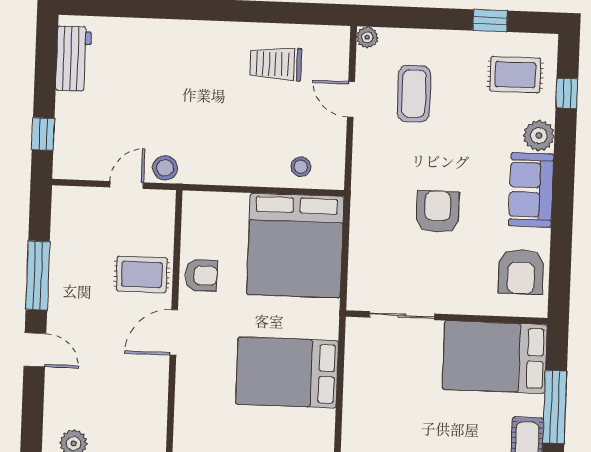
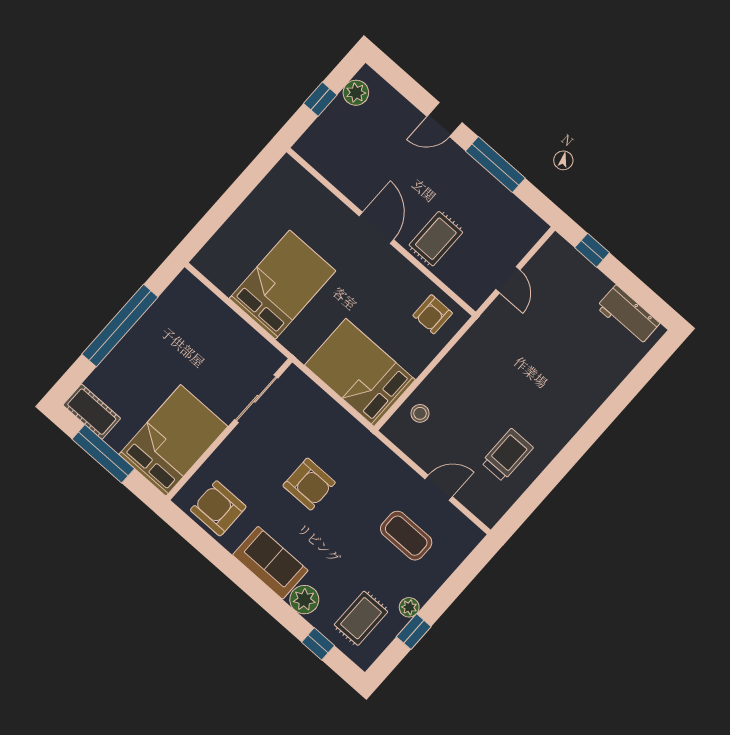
plant: (367, 37) -> (409, 607), moved
stool: (165, 168) -> (498, 317), removed
bed: (295, 245) -> (360, 372), width x0.73
armchair: (201, 275) -> (433, 314), moved

